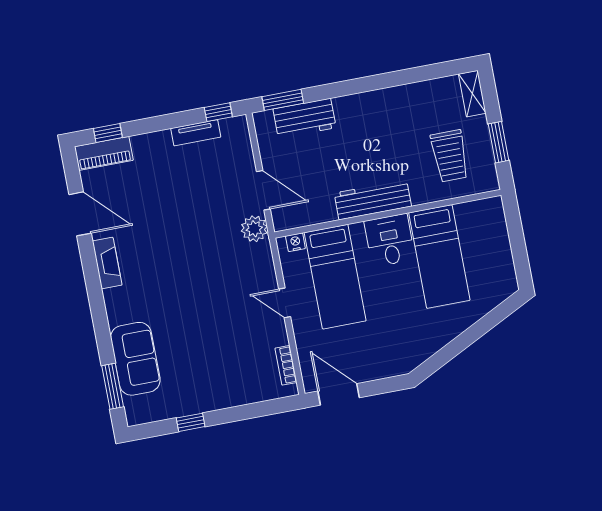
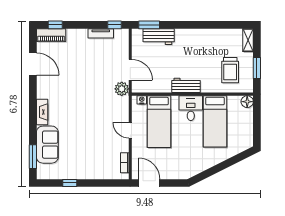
workbench: (373, 200) -> (186, 85), width x0.73
floor lamp: (492, 208) -> (247, 102), added
fireplace: (107, 263) -> (42, 112), moved

